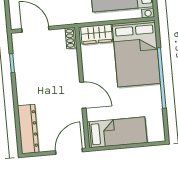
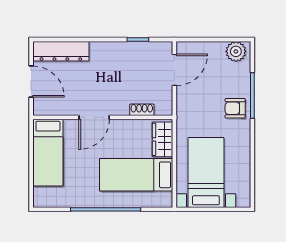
shoe rack: (71, 38) -> (142, 110), moved
bed: (136, 54) -> (136, 175), width x0.67
door: (69, 151) -> (31, 81), moved

